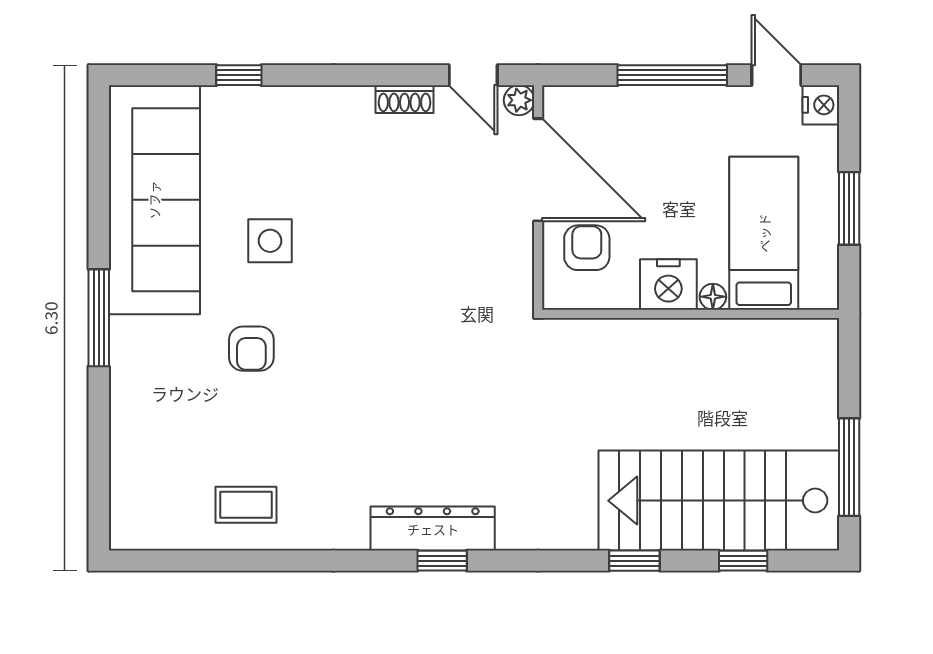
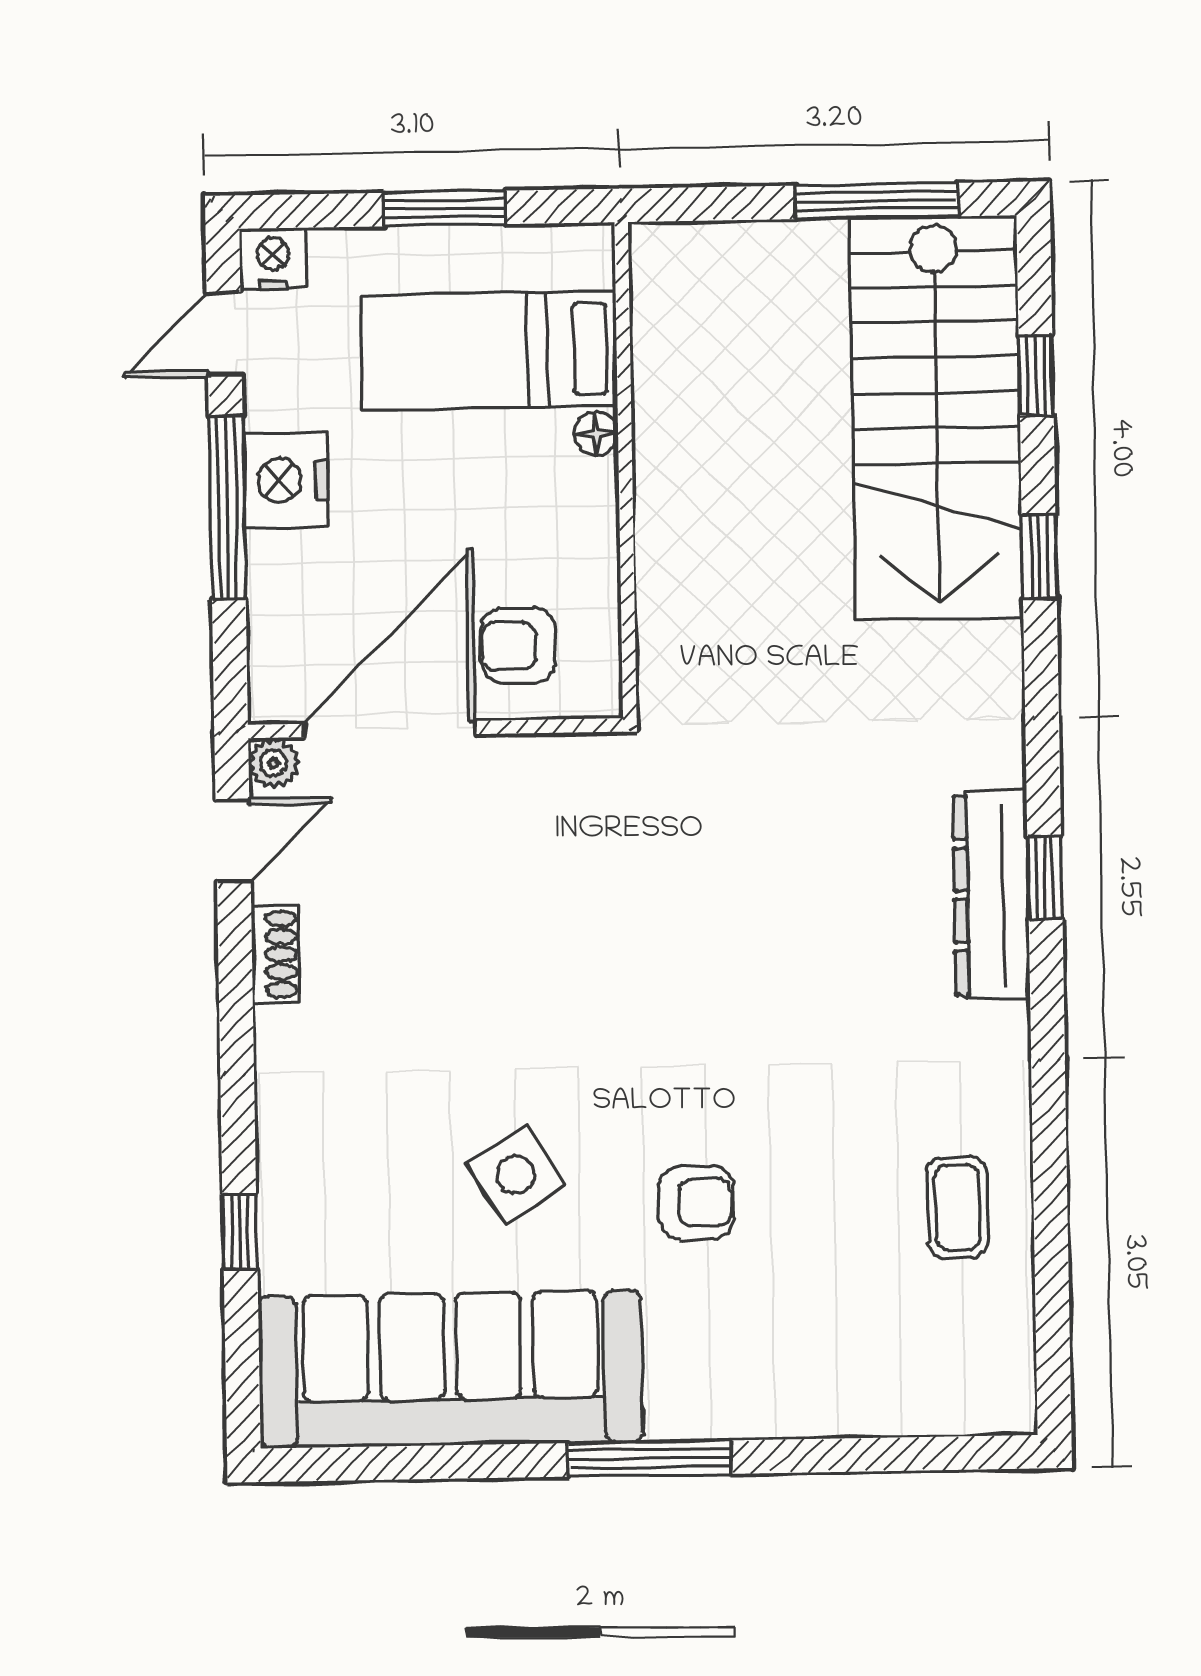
side table: (270, 241) -> (516, 1175), turned -32
nightstand: (668, 285) -> (286, 480), moved, turned 180

